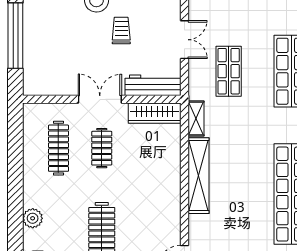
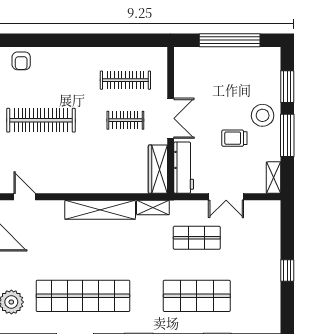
trolley: (121, 31) -> (234, 138), turned 180
plant: (33, 218) -> (60, 56), removed

